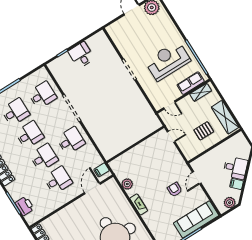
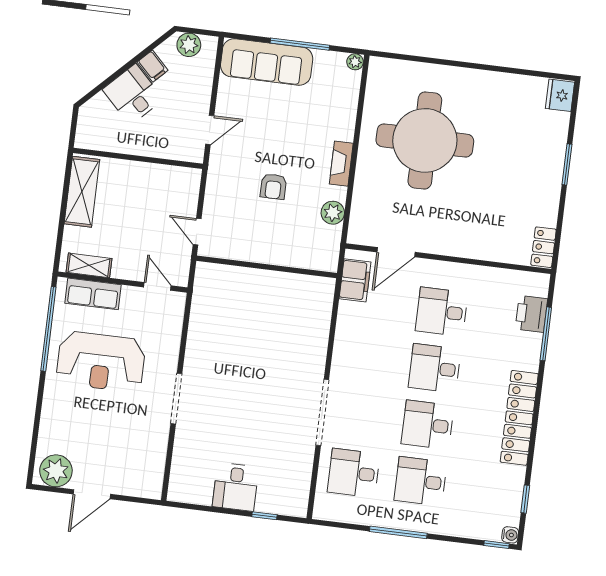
pallet: (204, 131) -> (135, 198), removed
desk: (71, 141) -> (368, 360), removed
filing cabinet: (101, 170) -> (355, 280), width x2.00
armchair: (175, 190) -> (273, 186), moved

